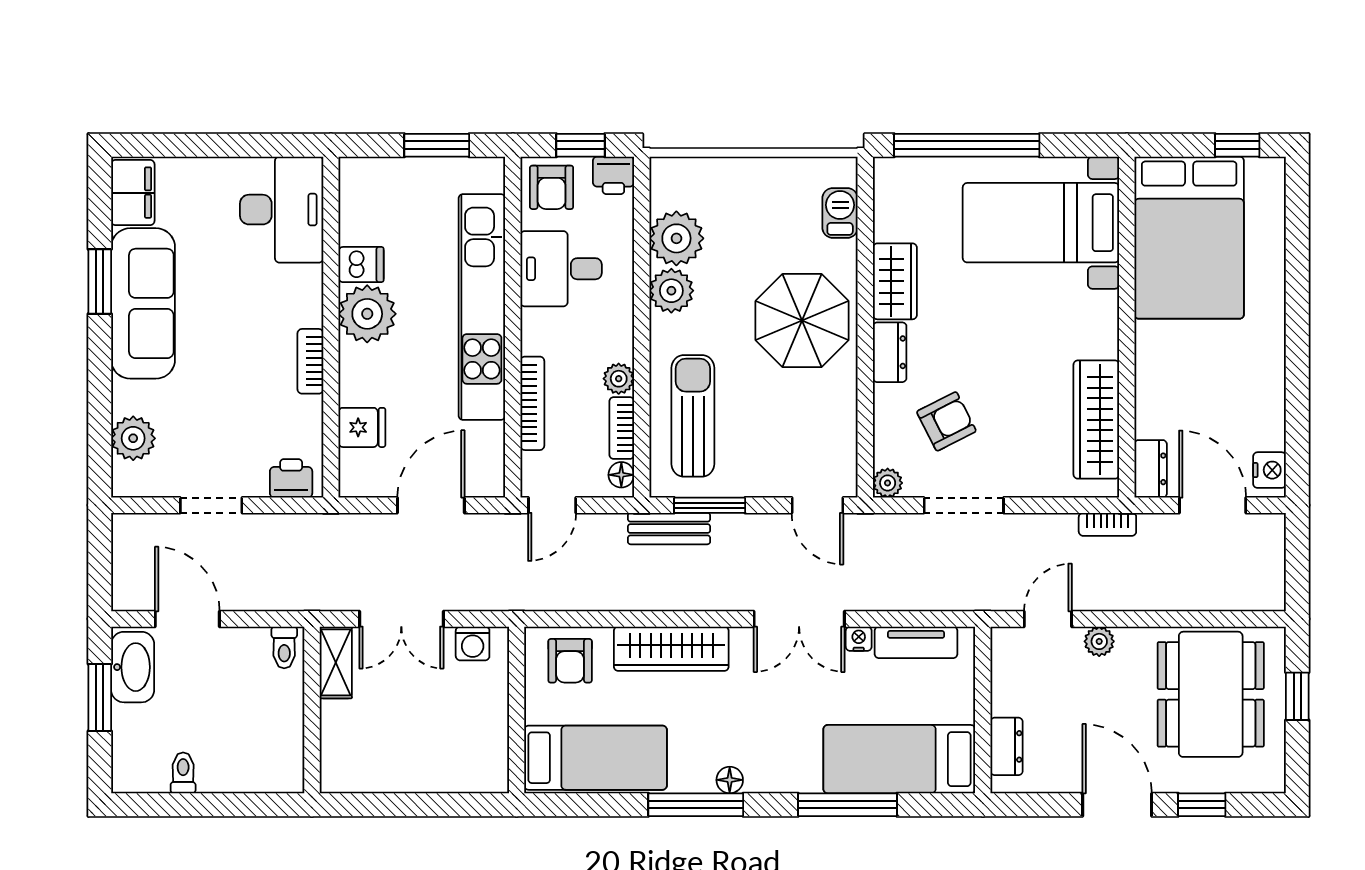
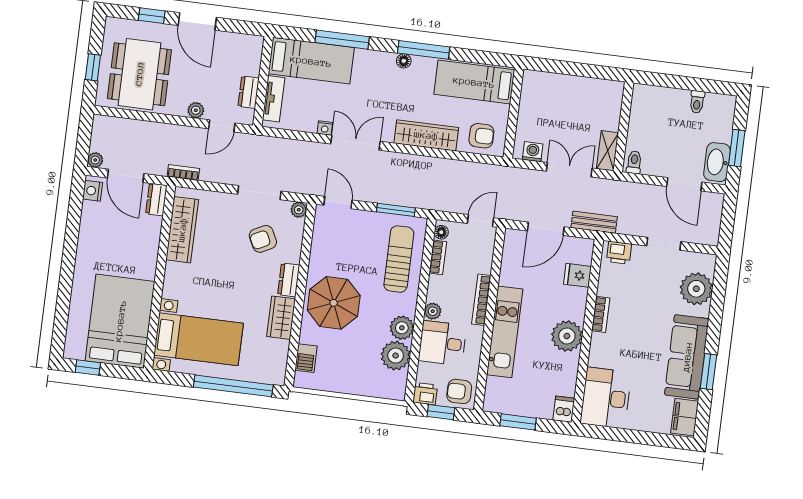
armchair: (552, 187) -> (459, 391), turned -90
dishwasher: (361, 265) -> (564, 409), moved, turned 90
desk: (561, 269) -> (442, 343), moved, turned 180
kitchen unit: (482, 307) -> (505, 332), width x0.73
plant: (619, 379) -> (433, 311), moved
bookcase: (532, 403) -> (481, 300), moved
sun lounger: (693, 416) -> (399, 259), turned 180
plant: (133, 438) -> (696, 289), width x1.36, depth x1.36
plant: (1272, 527) -> (95, 160), added
bench: (669, 529) -> (594, 222), moved
tv unit: (916, 642) -> (274, 99), moved, turned 90
armchair: (570, 661) -> (481, 136), turned 90
dresser: (1007, 746) -> (249, 92), moved

